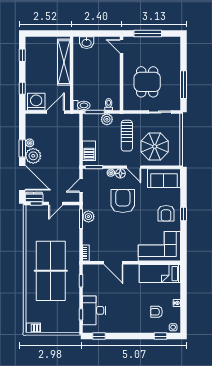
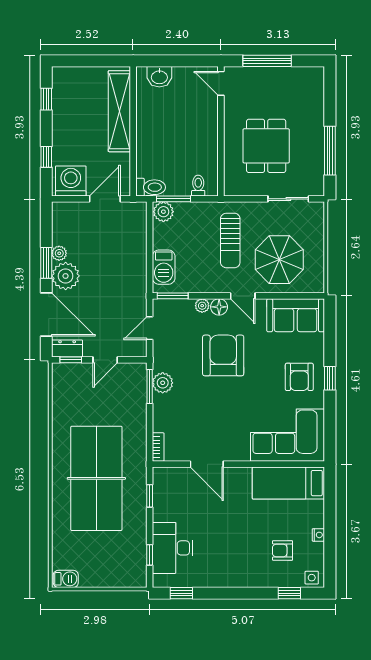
plant: (107, 119) -> (163, 212), moved

